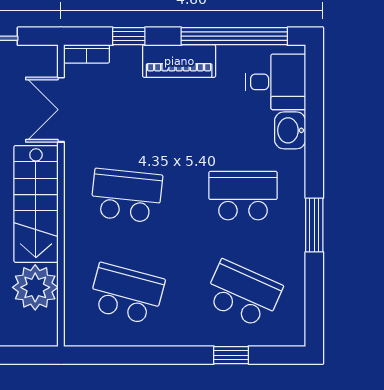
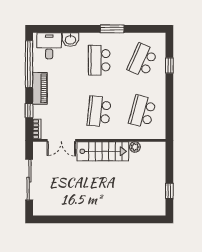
plant: (35, 287) -> (135, 147), width x0.53, depth x0.53

